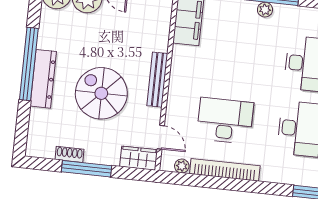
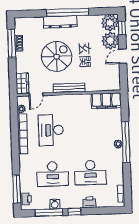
desk: (225, 121) -> (51, 130), turned 180
window: (87, 169) -> (12, 43), moved

